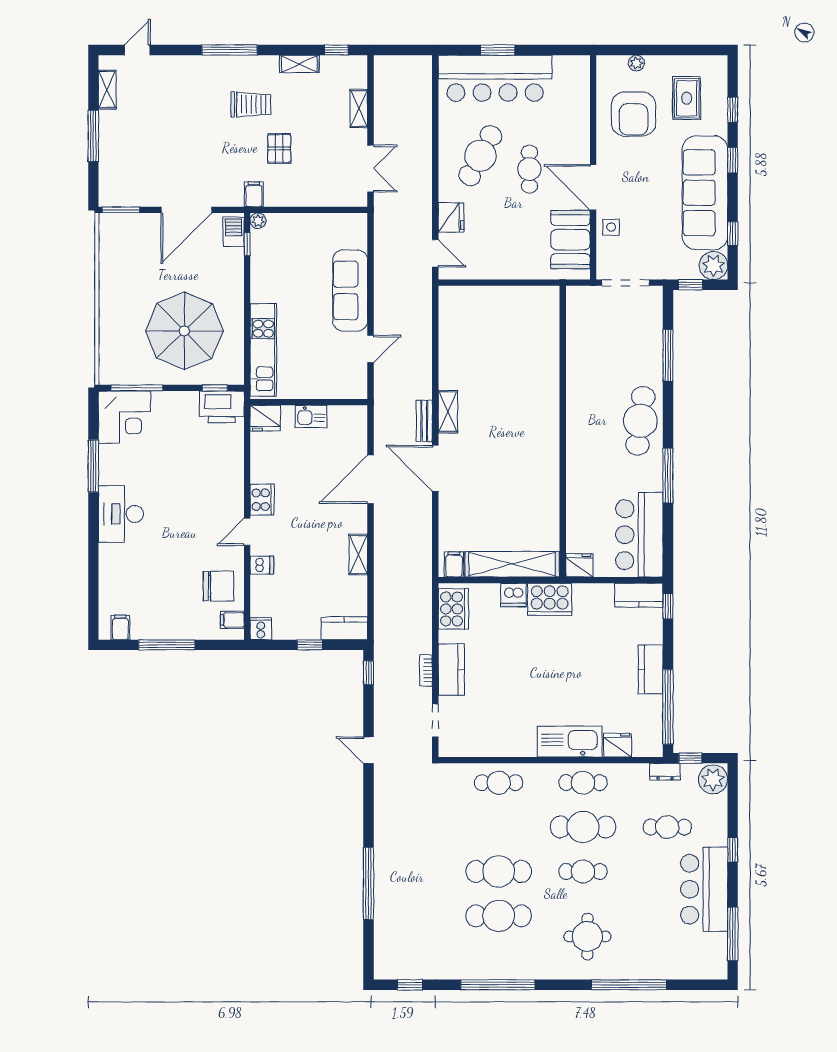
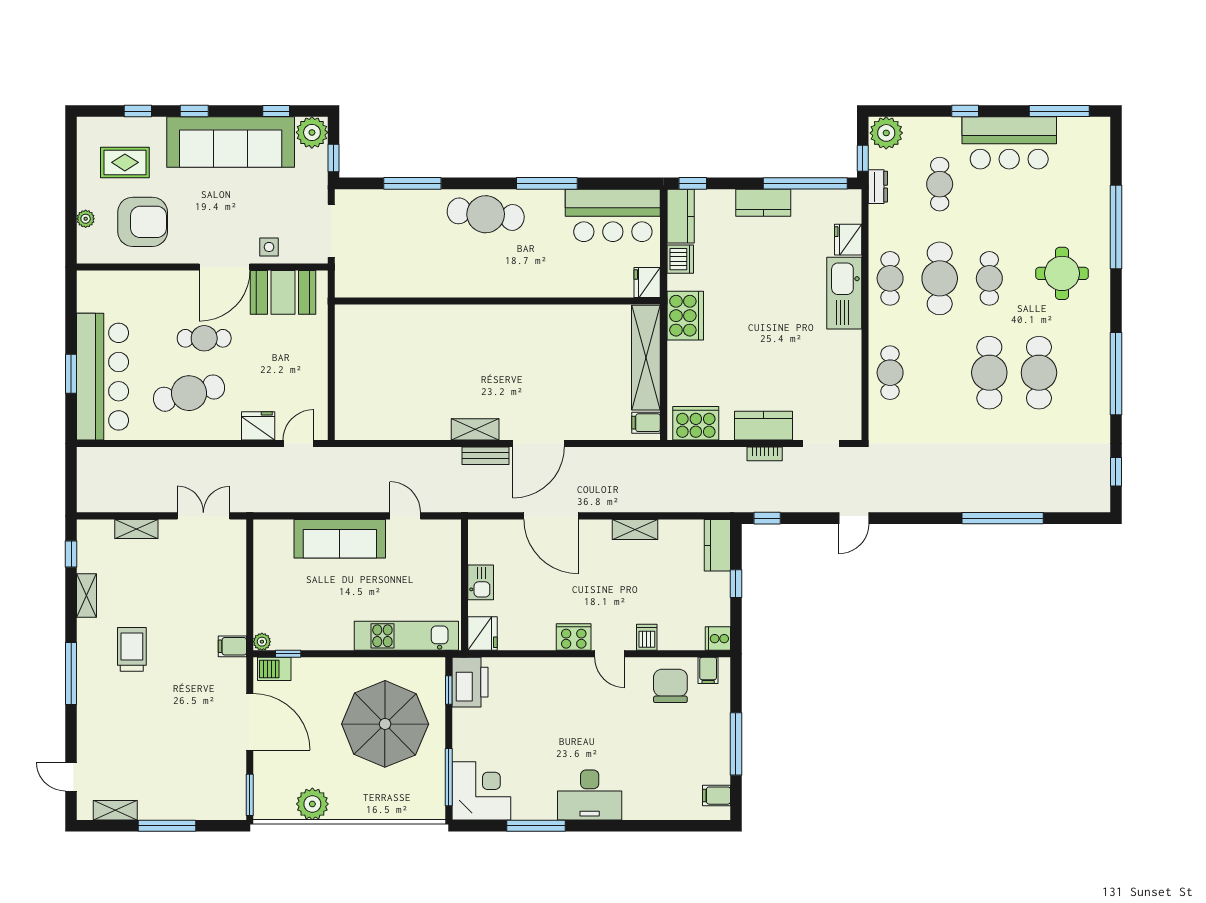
pallet: (279, 148) -> (181, 618), removed
cafe table: (480, 156) -> (189, 393), turned -42
plant: (113, 266) -> (312, 804), added
dishwasher: (513, 595) -> (680, 259), moved

